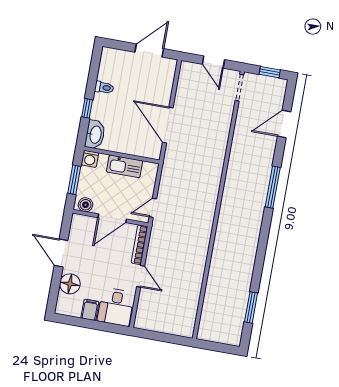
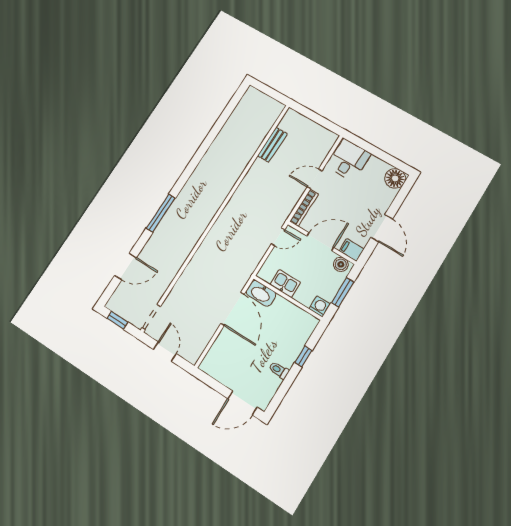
door: (149, 50) -> (242, 403), moved
washbasin: (95, 135) -> (261, 293), moved, turned -90
kitchen sink: (125, 166) -> (285, 284), width x0.73
door: (141, 276) -> (315, 179), hinge flipped
floor lamp: (70, 284) -> (395, 178), moved
bench: (194, 295) -> (272, 145), added
window: (251, 307) -> (226, 115), removed
filing cabinet: (90, 310) -> (352, 250), moved, turned 90

